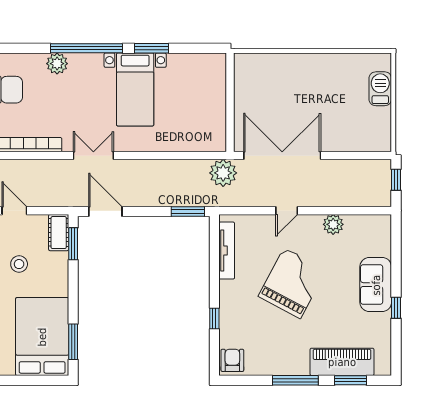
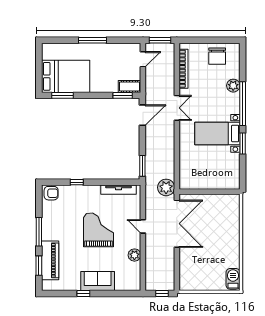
barbecue: (380, 89) -> (233, 279), moved, turned -90
stool: (19, 264) -> (110, 62), removed
grand piano: (292, 283) -> (98, 230), turned -118

